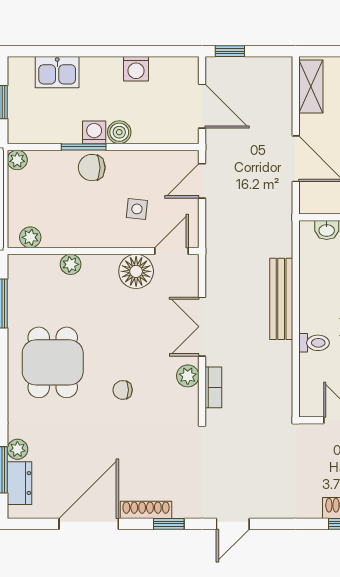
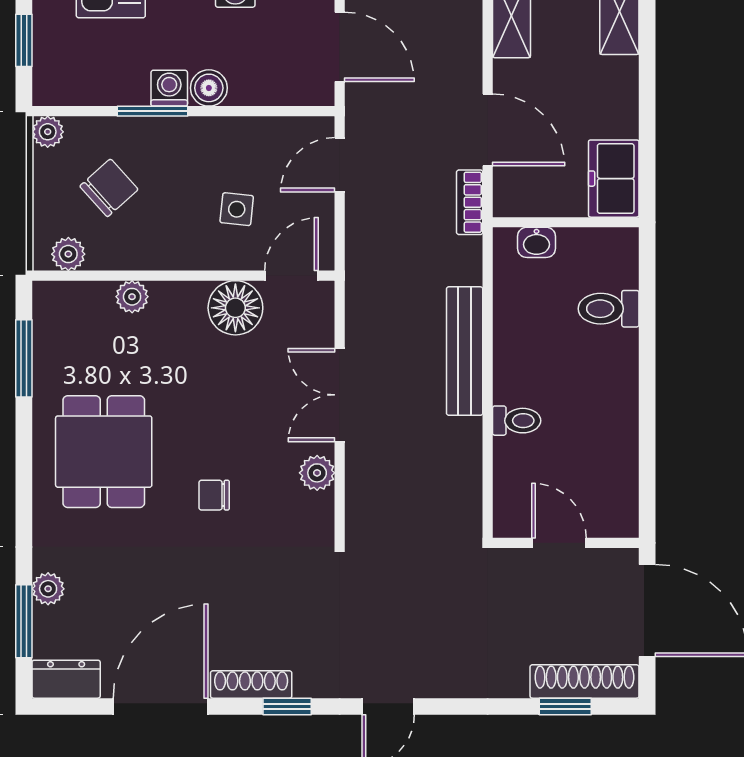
chair: (92, 168) -> (109, 188), moved, turned 138
bookcase: (213, 387) -> (470, 202), moved, turned 180
dresser: (19, 483) -> (66, 679), moved, turned -90

